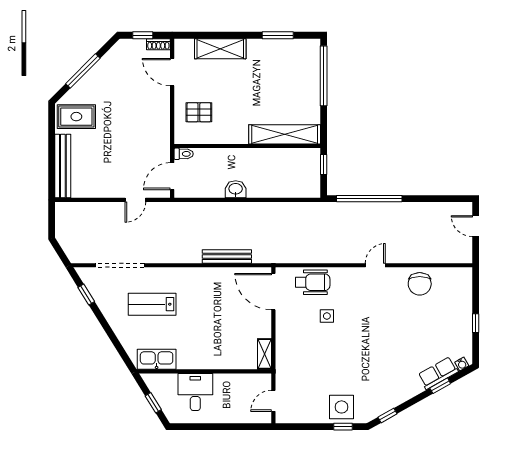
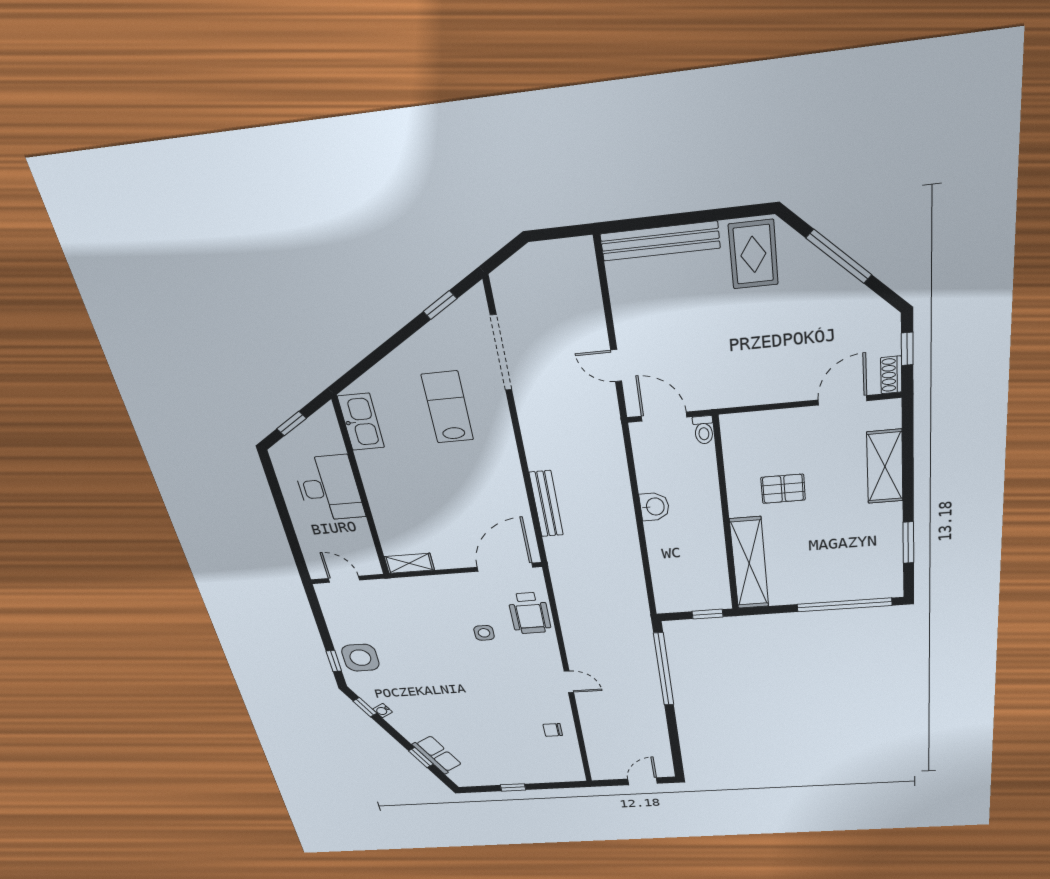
pallet: (199, 112) -> (783, 489), moved, turned 90
chair: (420, 284) -> (553, 730), width x0.54, depth x0.54
water cooler: (462, 364) -> (383, 711), moved
desk: (195, 392) -> (329, 488), width x1.37

